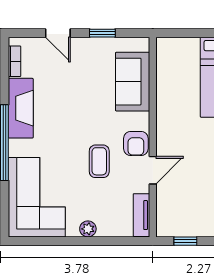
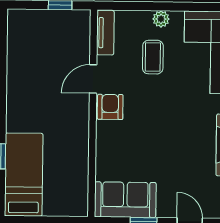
sofa: (133, 82) -> (125, 200), moved, turned -90
coffee table: (99, 161) -> (153, 57), moved

